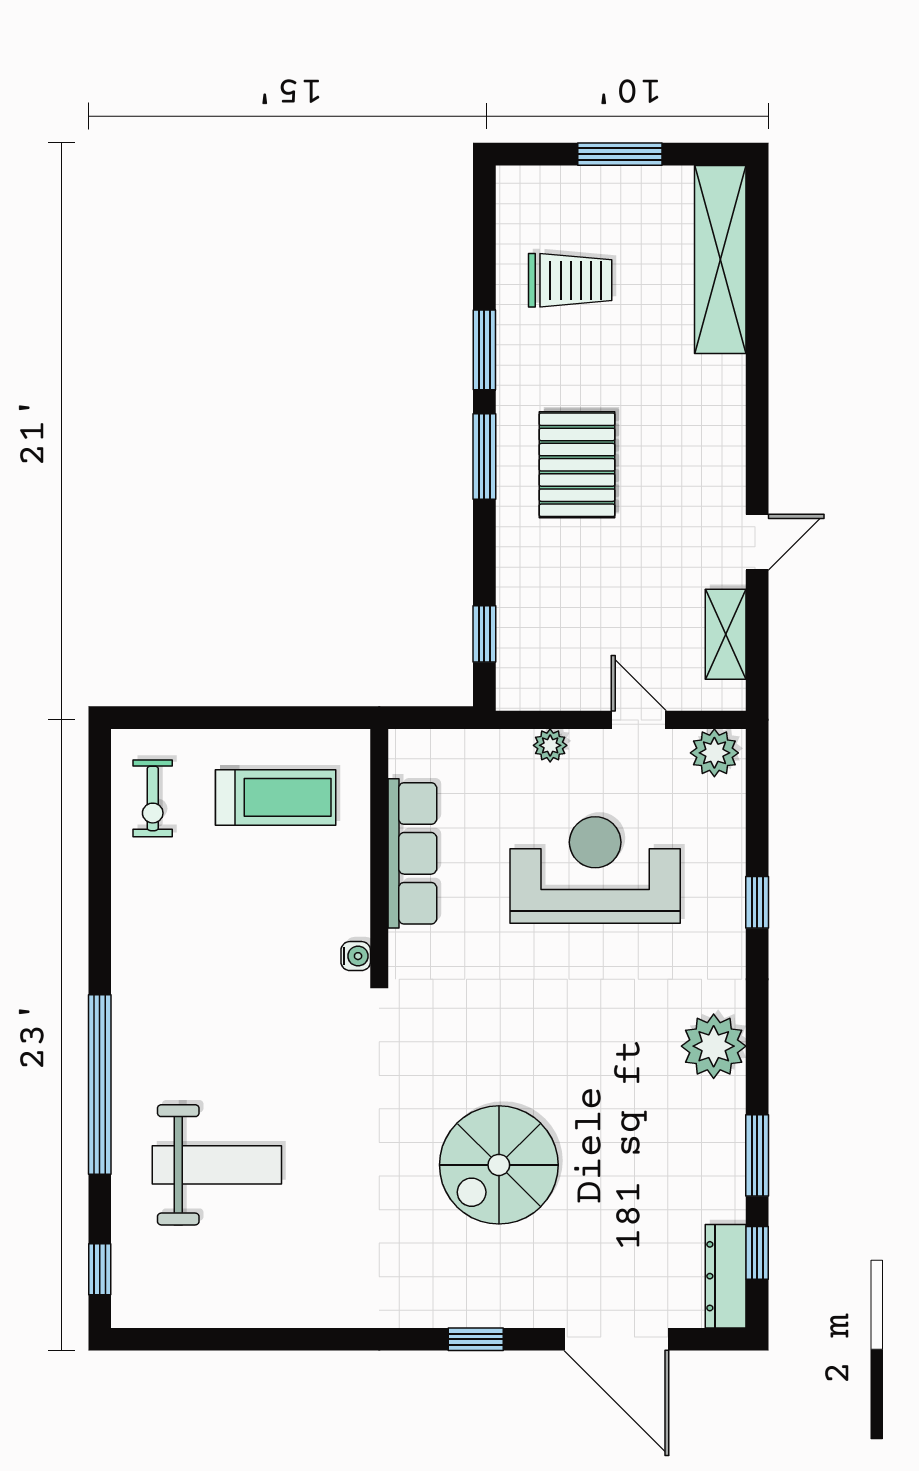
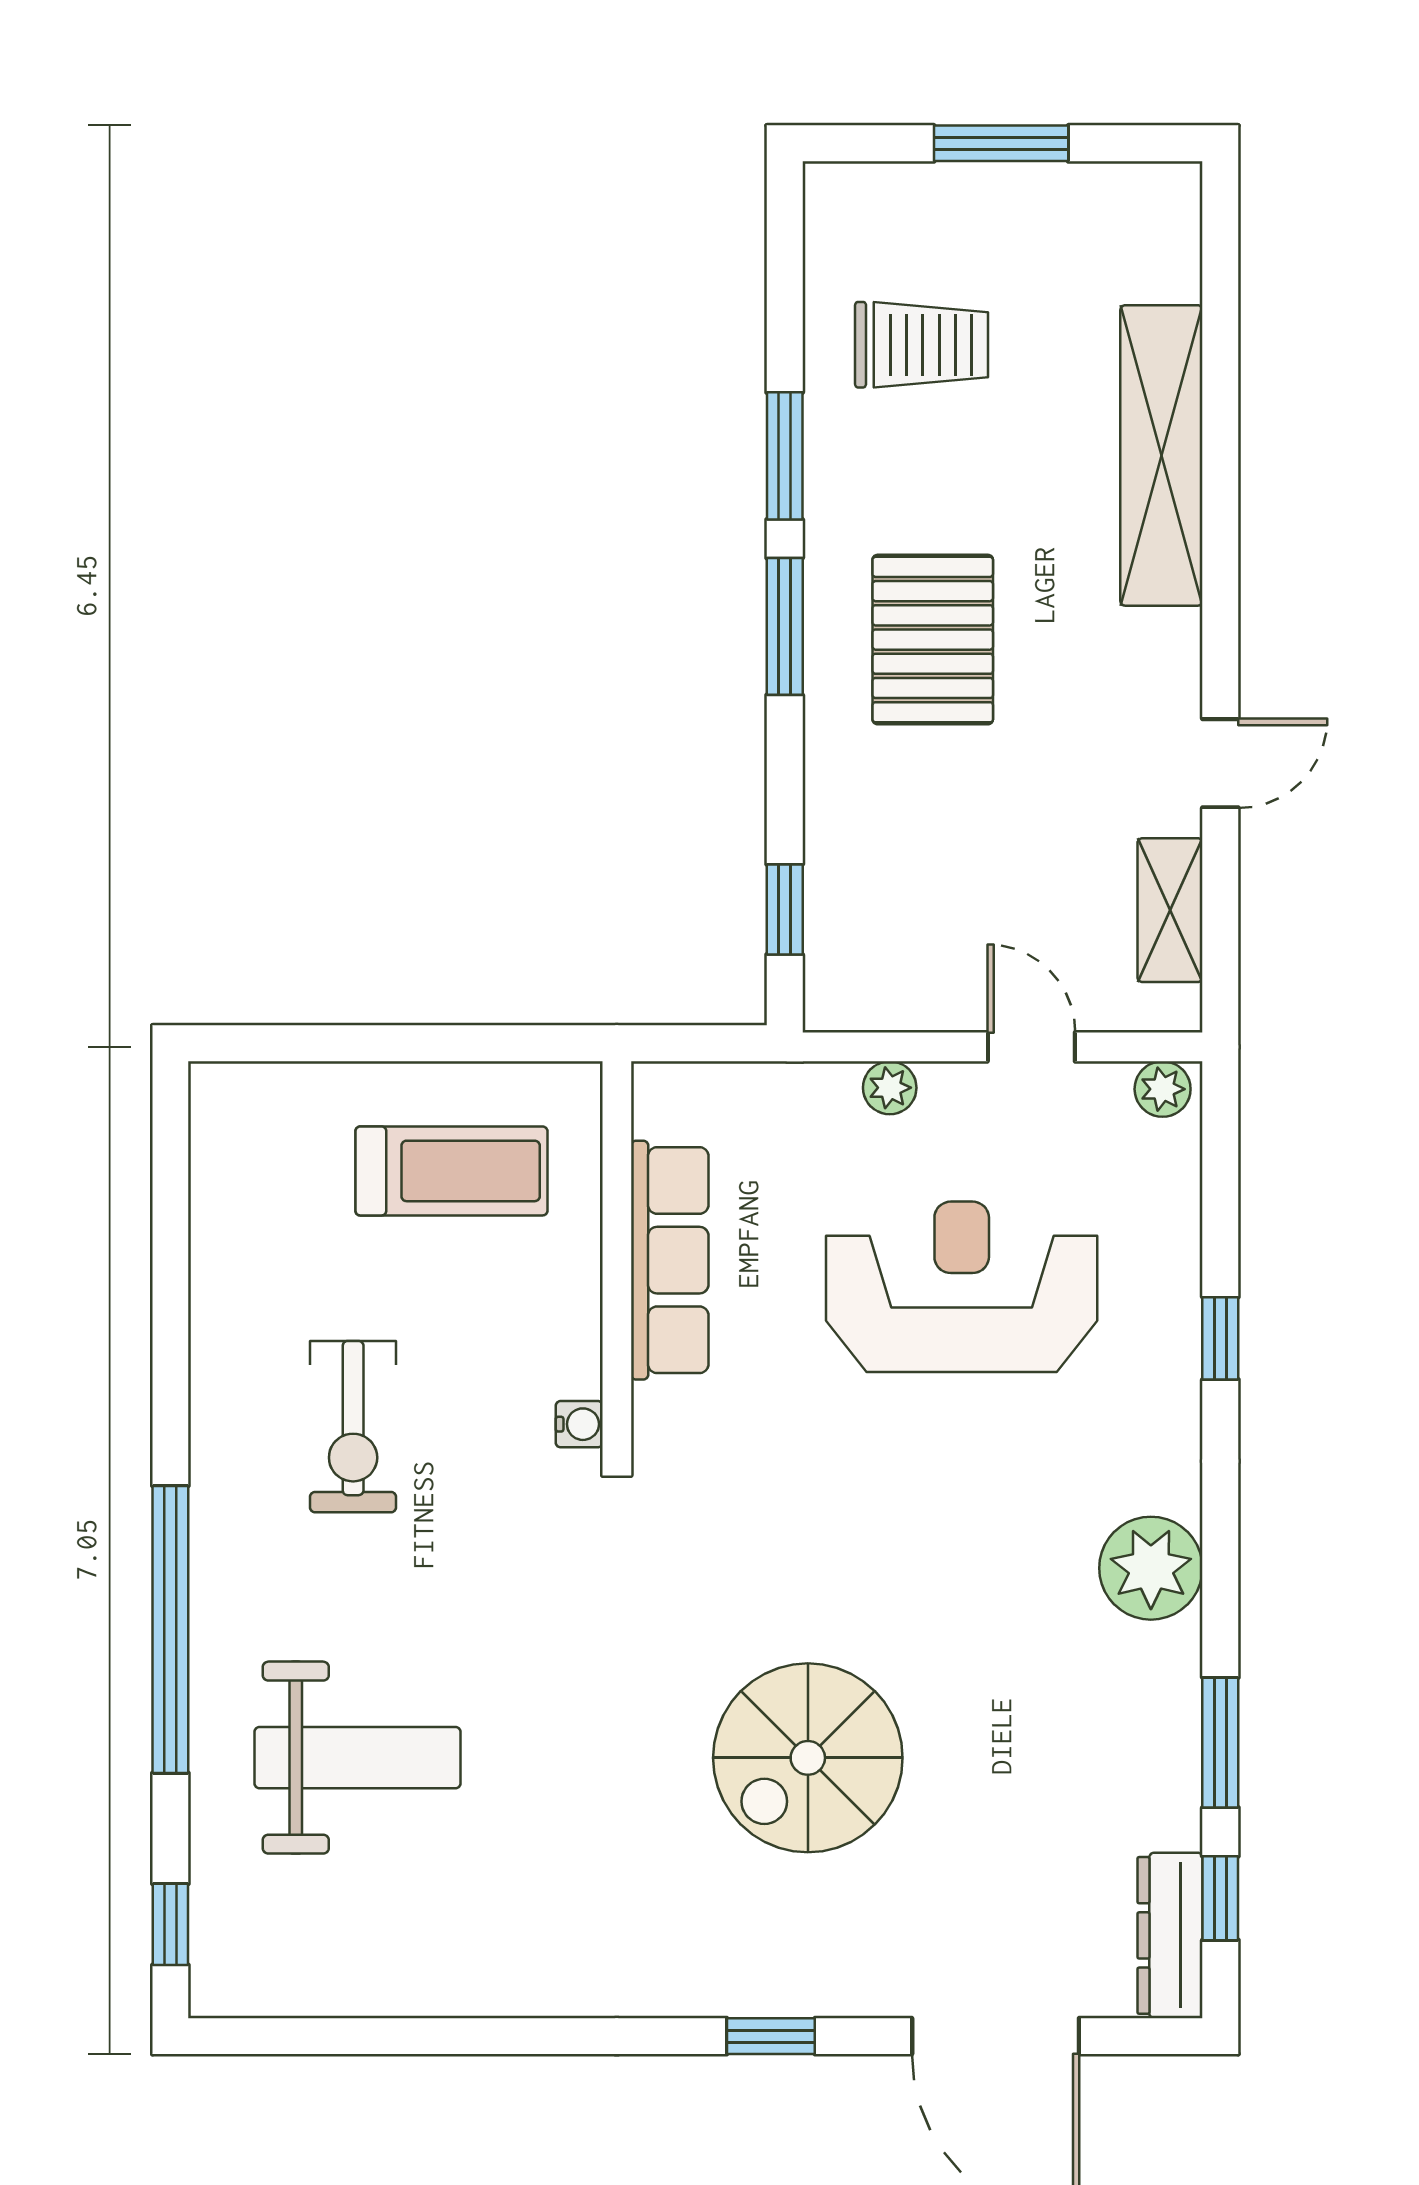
shelving: (720, 259) -> (1161, 455), moved
plant: (714, 753) -> (1163, 1089), width x0.73, depth x0.73
exercise bike: (153, 798) -> (353, 1427), moved, width x1.38, depth x1.39

